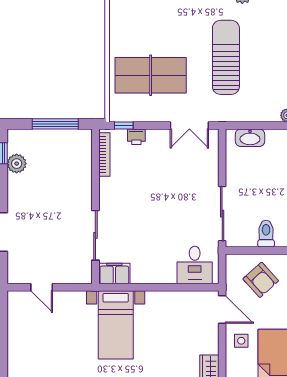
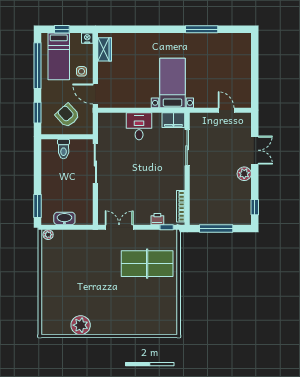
sun lounger: (226, 57) -> (93, 277), removed
washbasin: (250, 138) -> (64, 218), moved
plant: (17, 164) -> (244, 174), moved
desk: (195, 265) -> (139, 126), moved

